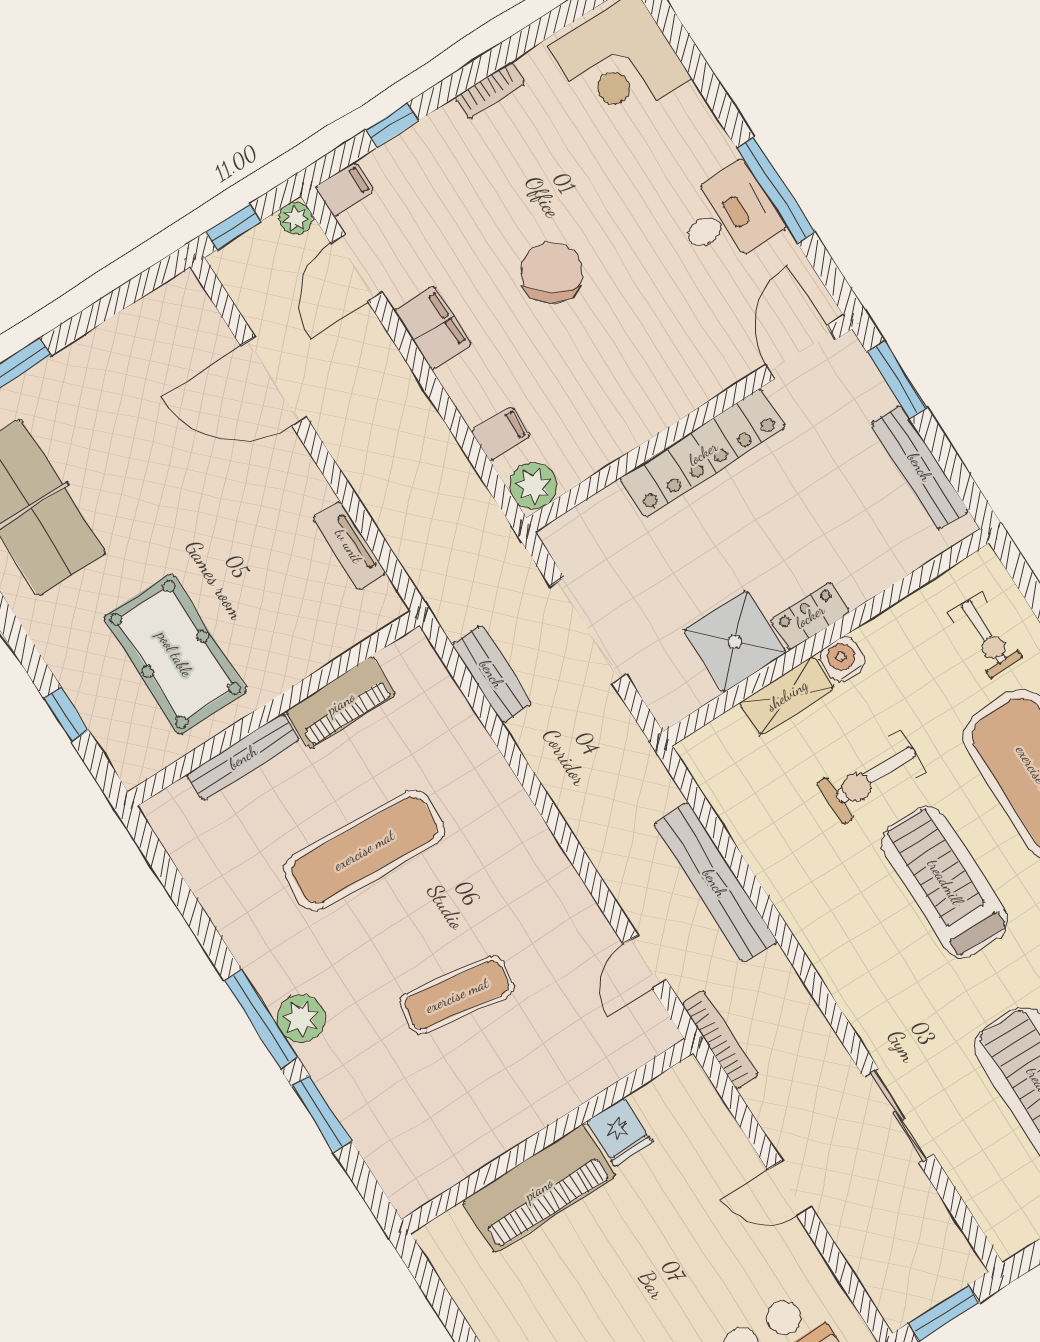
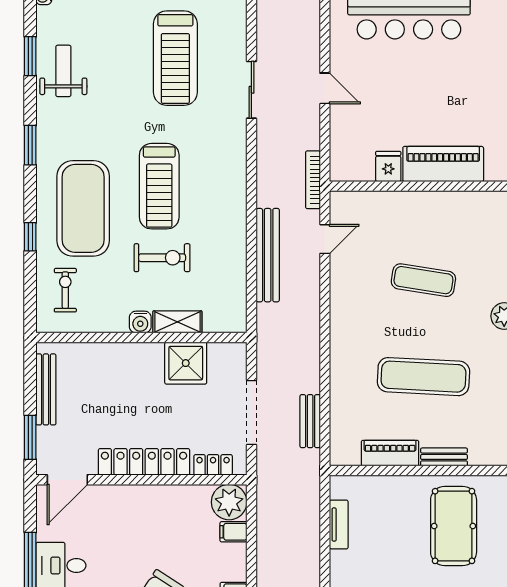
plant: (533, 486) -> (229, 502), width x1.36, depth x1.36
locker: (810, 616) -> (213, 465), moved, turned 180
bench: (243, 757) -> (444, 457), width x0.73

